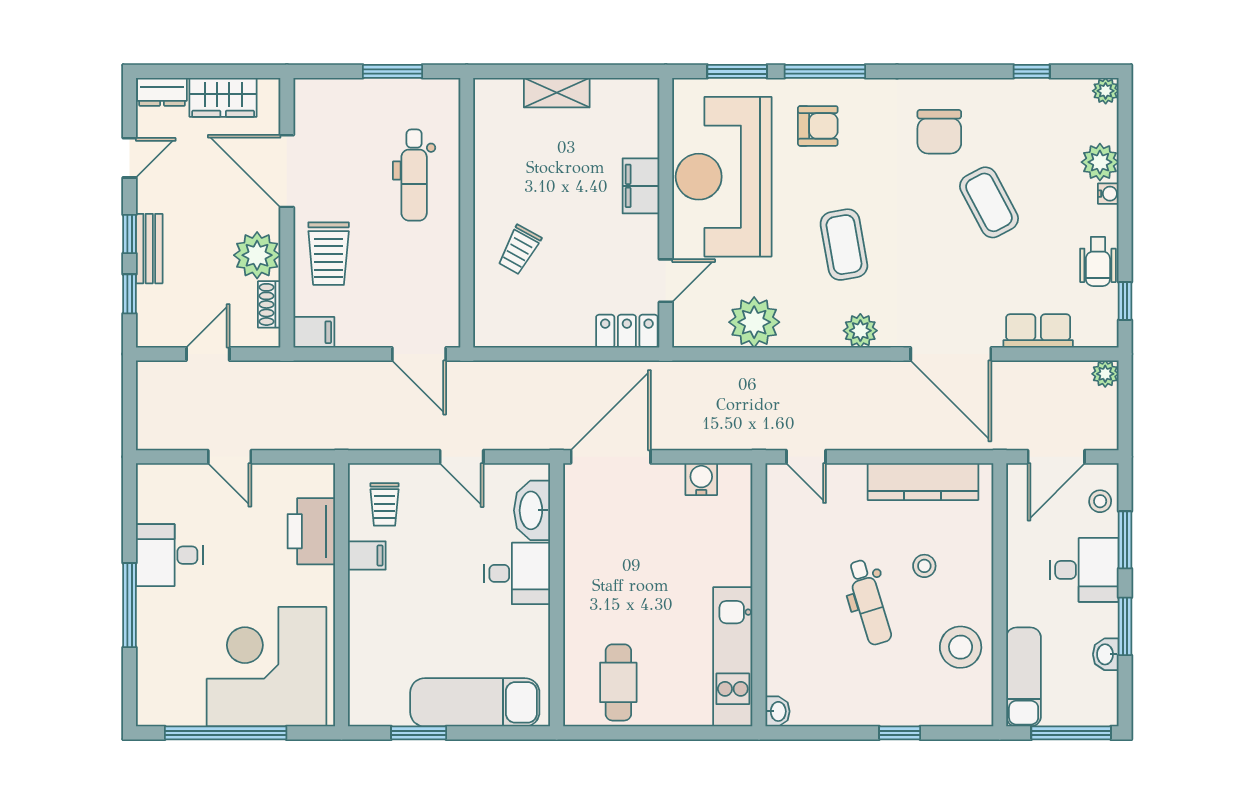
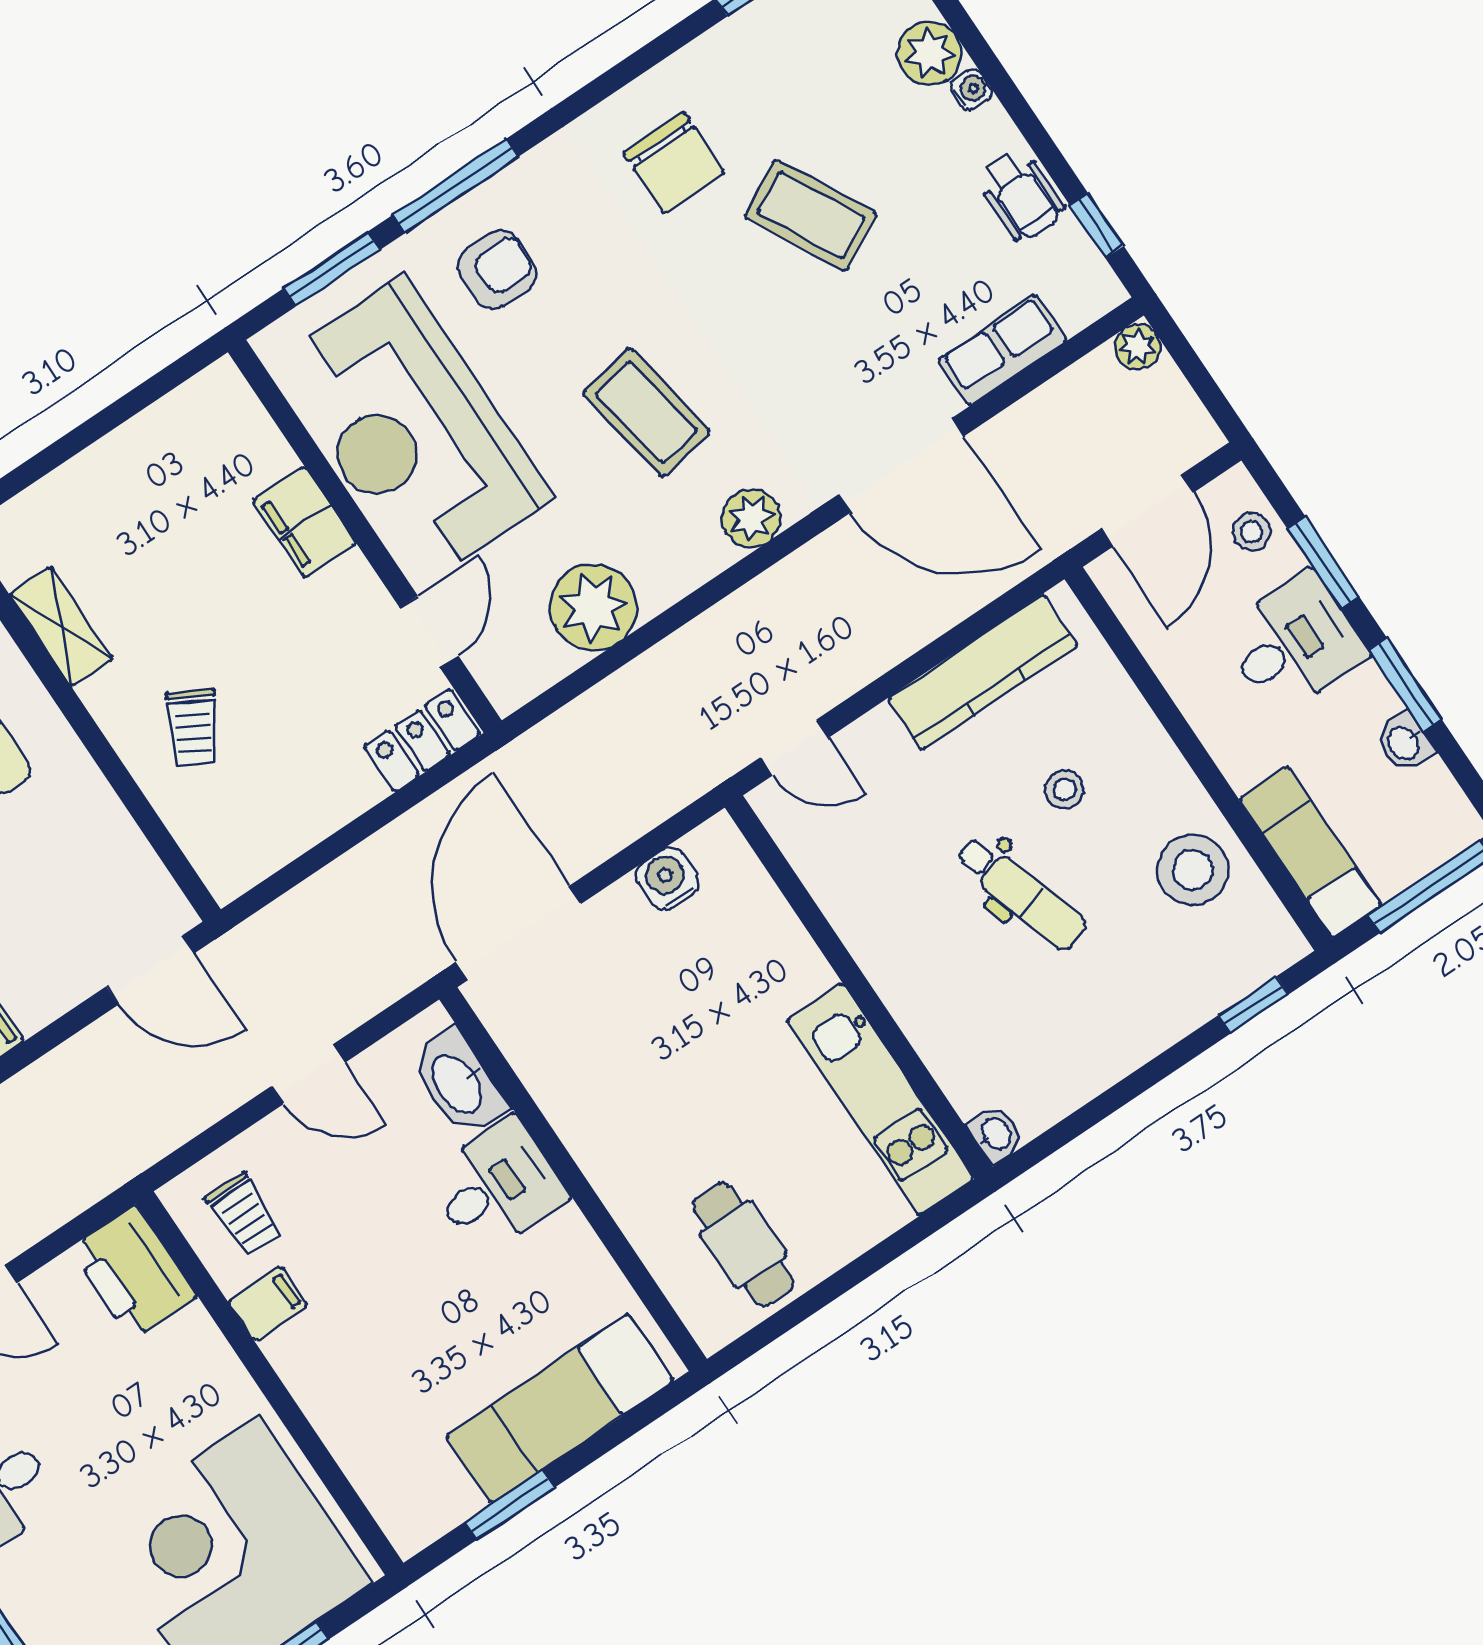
shelving: (557, 93) -> (61, 626), moved, turned 90
printer: (311, 531) -> (133, 1273), moved
window: (900, 733) -> (1253, 1005), moved

